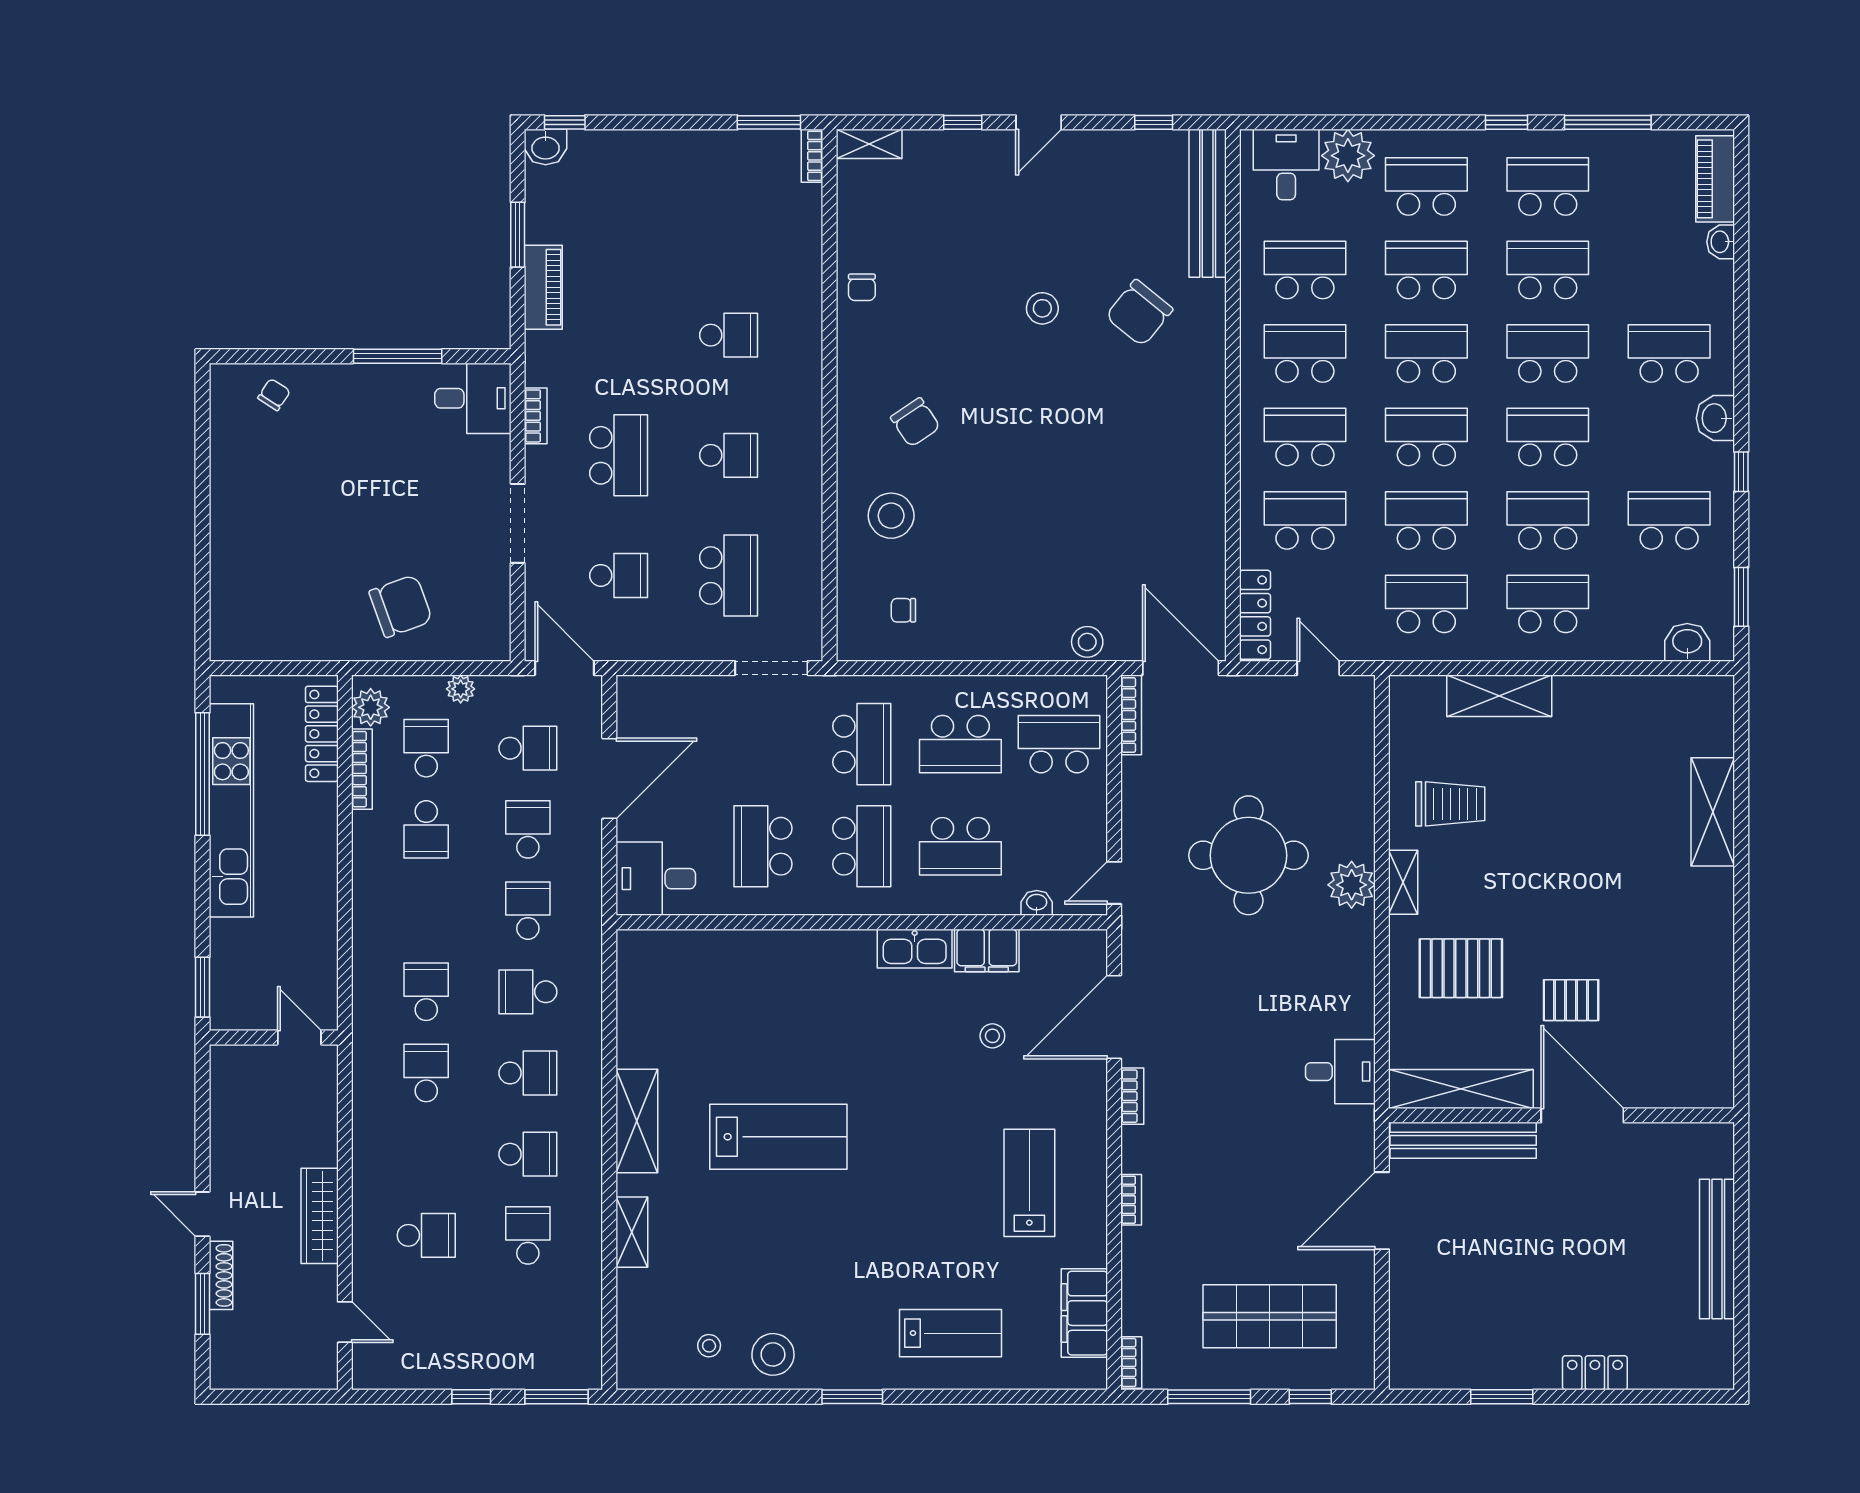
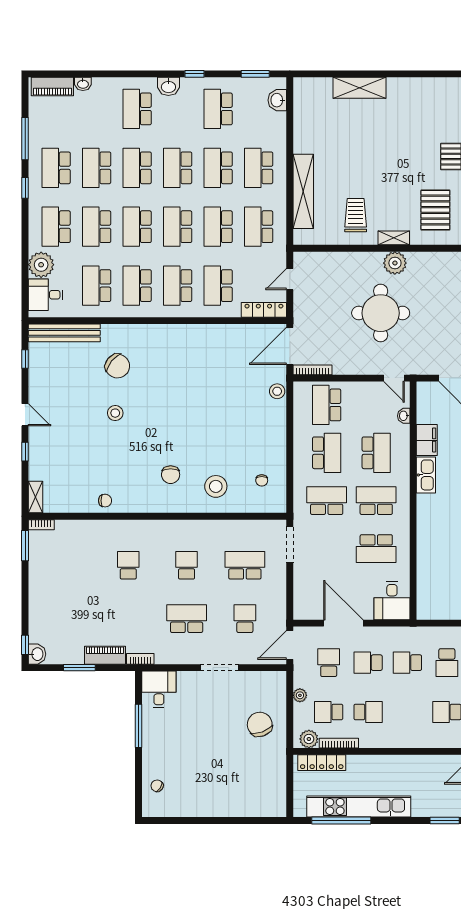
bookcase: (536, 416) -> (140, 659), moved
chair: (915, 422) -> (171, 475), turned 124
shelving: (1499, 696) -> (303, 191), width x1.47

